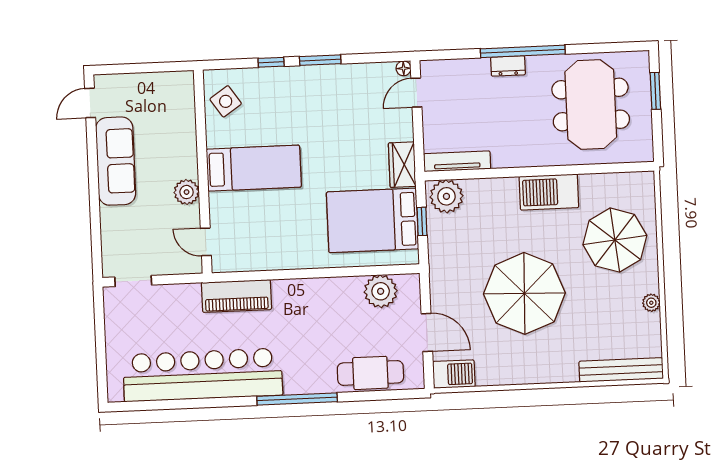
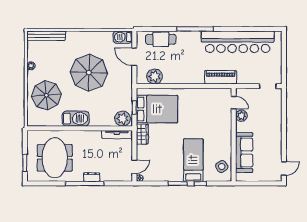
sofa: (116, 161) -> (244, 152), moved, turned 180
bed: (254, 168) -> (193, 160), moved, turned 90
plant: (187, 192) -> (241, 116), moved

